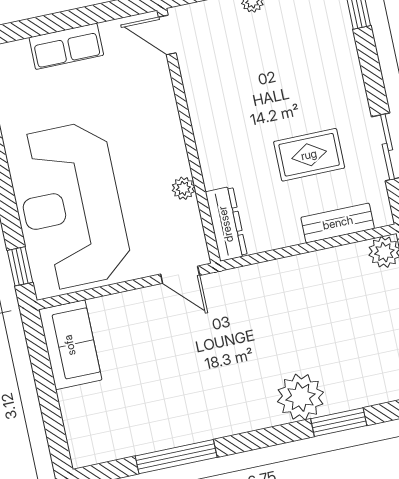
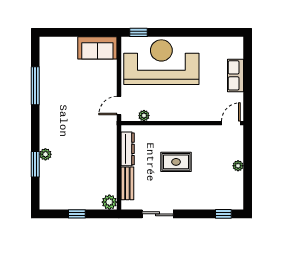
rug: (309, 155) -> (176, 162), moved, turned 90
plant: (183, 188) -> (144, 116), moved
dresser: (226, 224) -> (128, 149), moved, turned -90
plant: (301, 397) -> (45, 154), width x0.53, depth x0.53

